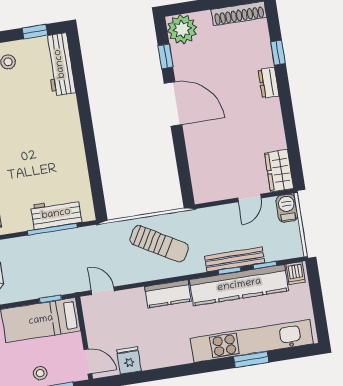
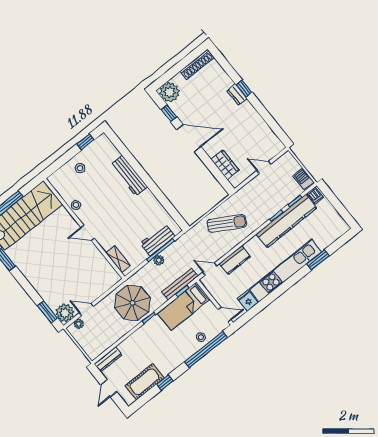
window: (278, 53) -> (244, 88), moved
workbench: (60, 64) -> (129, 176), moved
wardrobe: (279, 171) -> (225, 165), moved, turned 180
door: (249, 198) -> (264, 167), swing flipped
barbecue: (287, 208) -> (303, 179), moved
plant: (43, 241) -> (159, 260), added
bench: (235, 259) -> (180, 284), moved
kitchen counter: (168, 294) -> (235, 260), moved
kitchen unit: (252, 341) -> (285, 271), moved

